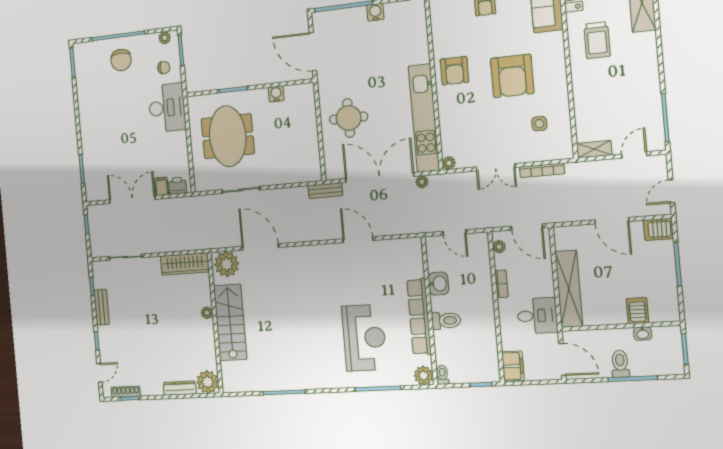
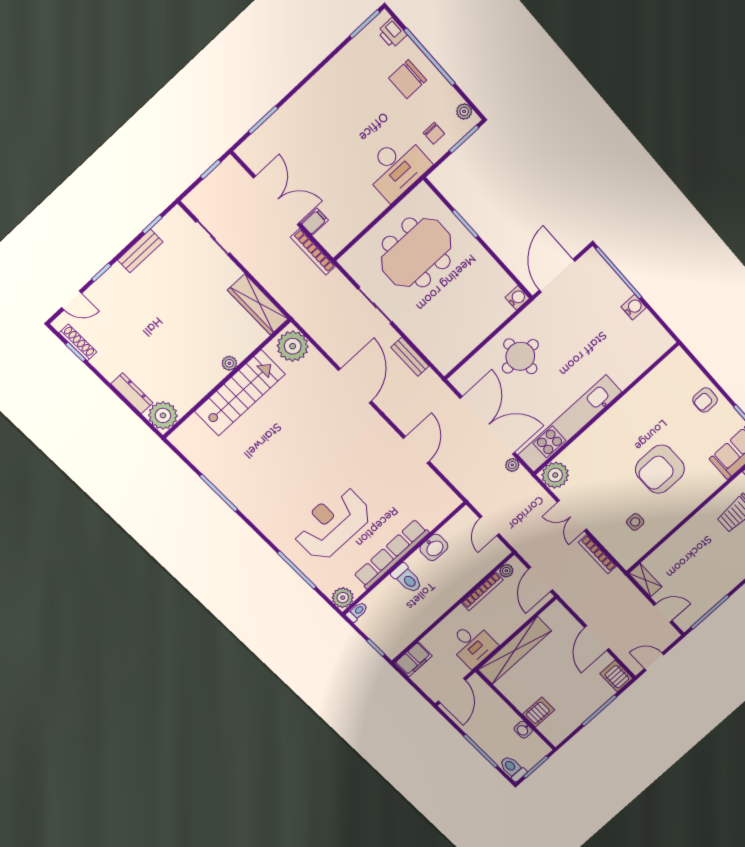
armchair: (454, 71) -> (630, 418), removed
water cooler: (276, 94) -> (517, 298), moved
plant: (449, 163) -> (555, 475), width x1.88, depth x1.88
printer: (178, 186) -> (392, 33), moved, turned 180
bench: (325, 191) -> (410, 357), moved
bookcase: (179, 202) -> (313, 252), added
door: (260, 247) -> (355, 386), moved
bookcase: (501, 284) -> (482, 591), width x1.56
reception desk: (364, 338) -> (332, 524), turned 180
toilet: (620, 364) -> (513, 768), moved, turned -90

